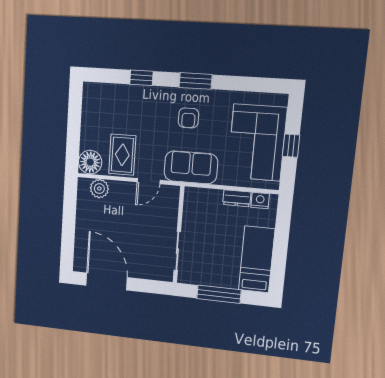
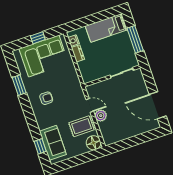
window: (141, 78) -> (40, 146), moved
window: (196, 81) -> (19, 85), moved
sofa: (191, 167) -> (53, 143), moved, turned 180
plant: (99, 189) -> (101, 116), moved
door: (107, 281) -> (158, 105), hinge flipped

